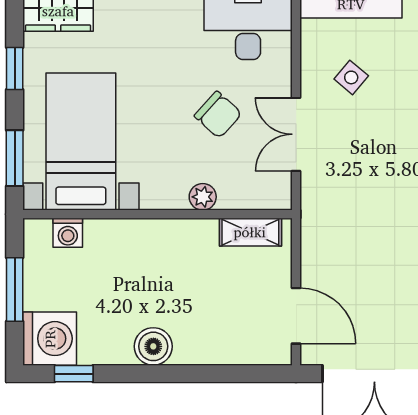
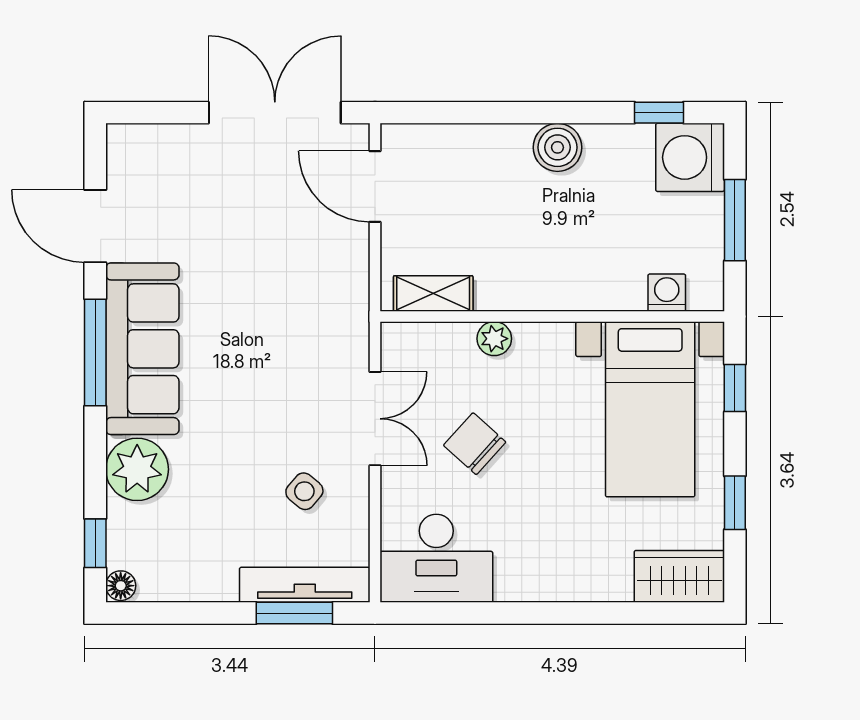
window: (15, 158) -> (735, 388), width x0.67

